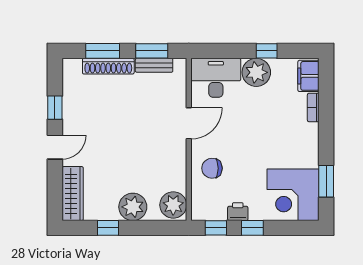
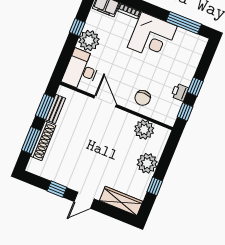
door: (55, 147) -> (84, 200), swing flipped
window: (326, 181) -> (184, 23), width x1.44
corner desk: (293, 195) -> (152, 37), moved
plant: (173, 205) -> (144, 130), moved

